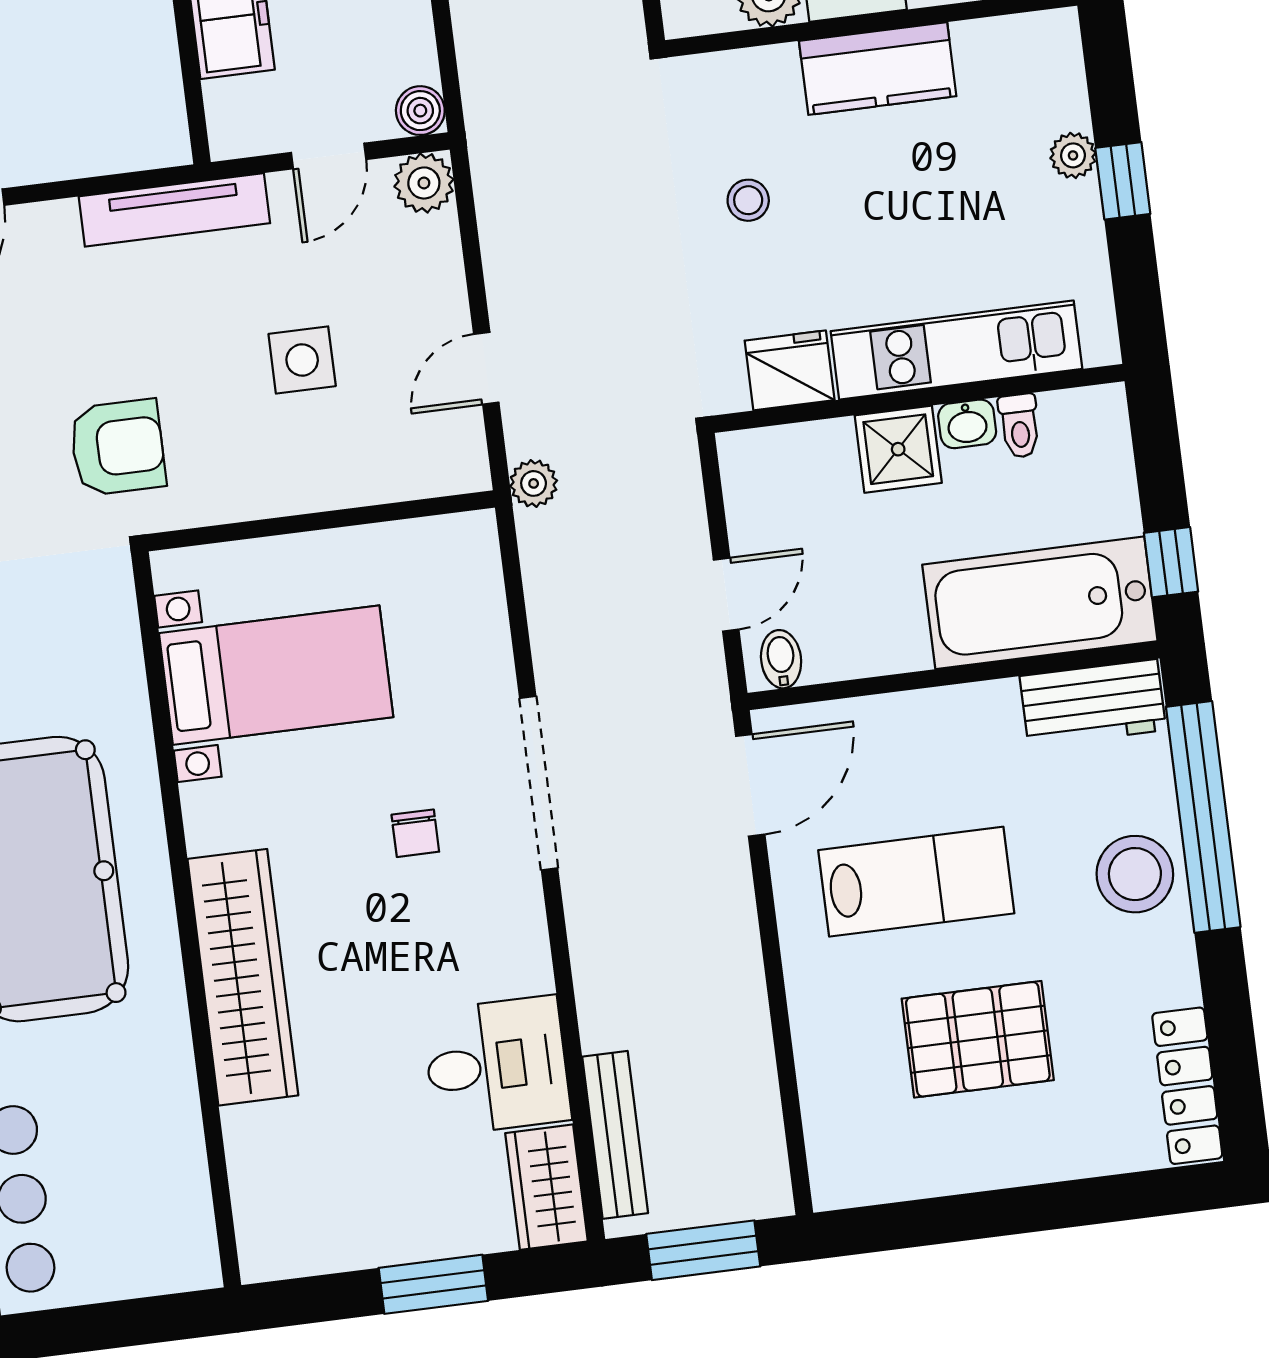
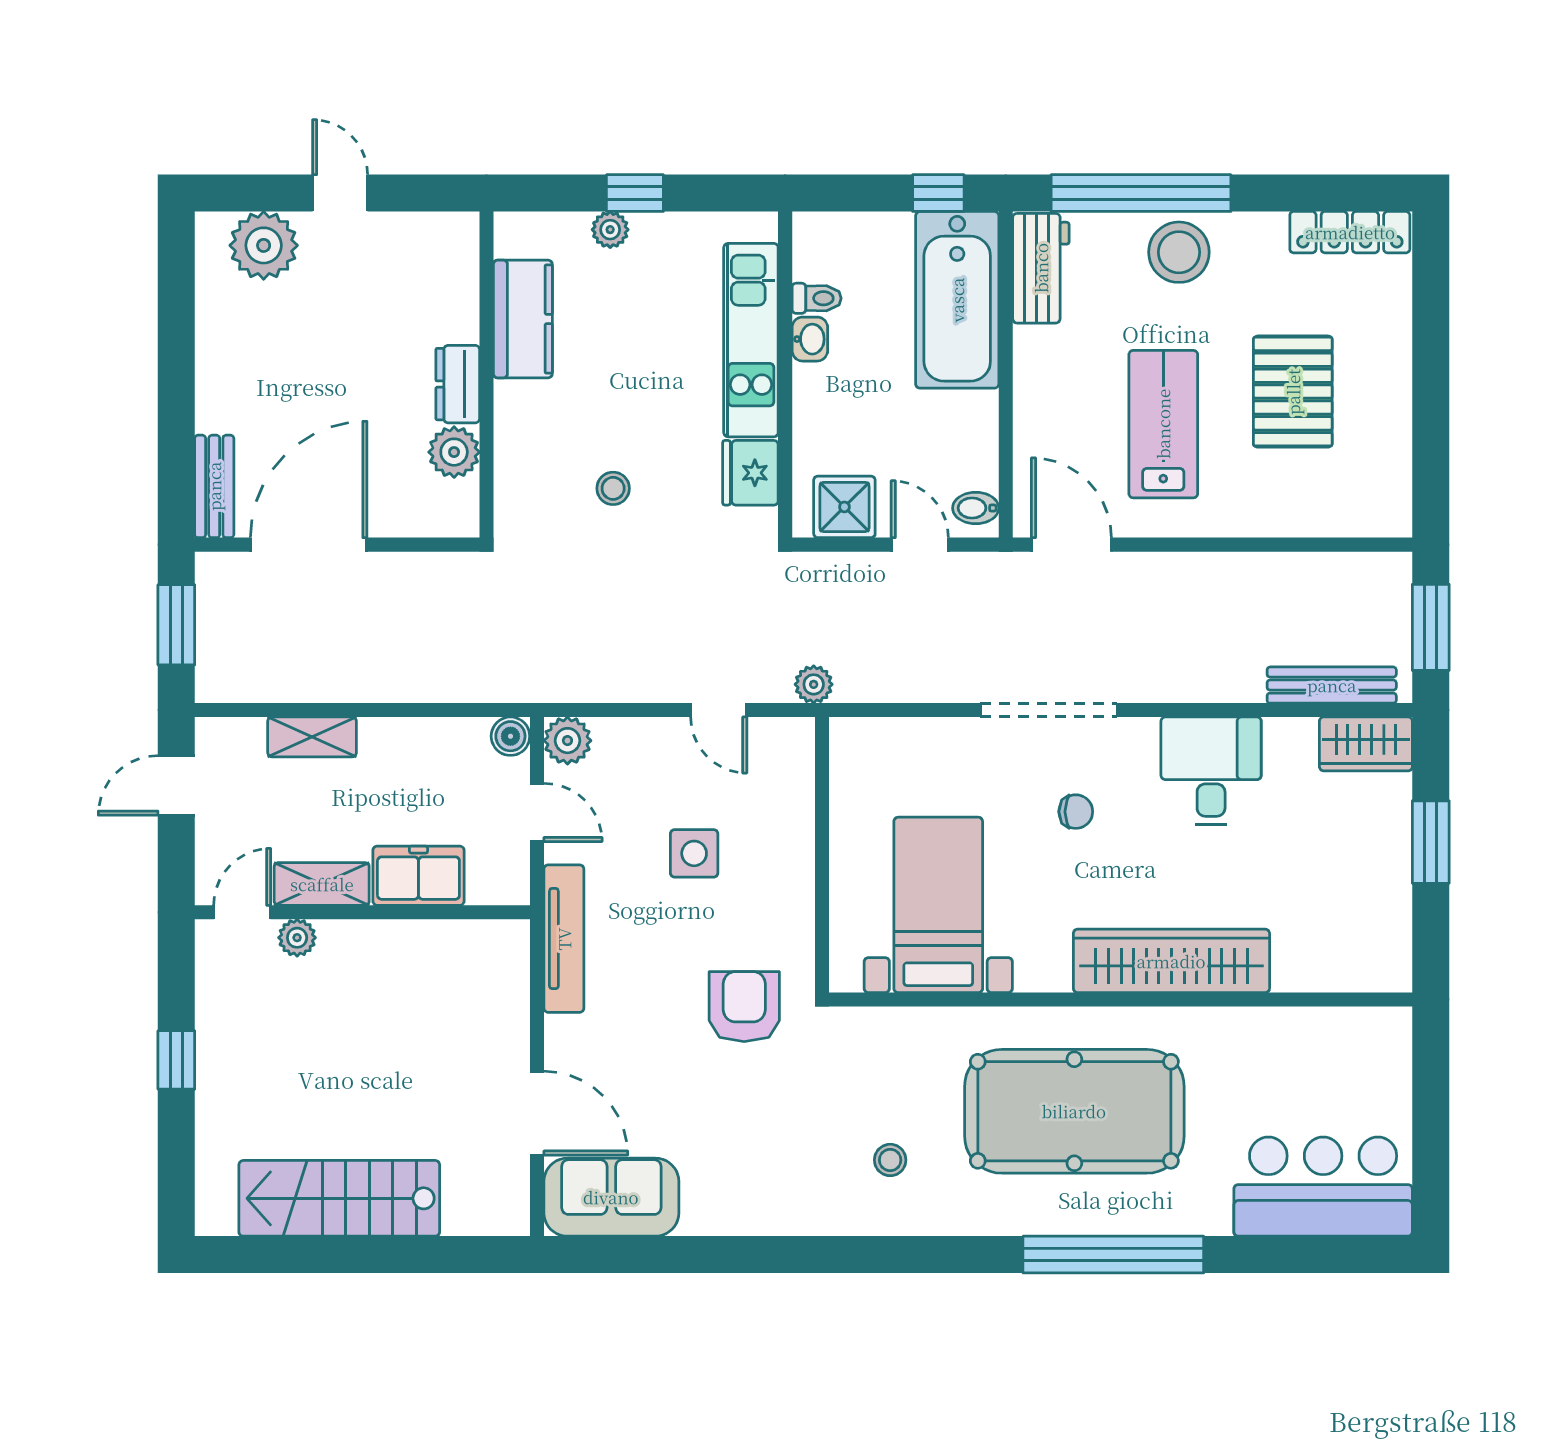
kitchen counter: (878, 69) -> (523, 319), moved
shower: (898, 449) -> (844, 507), moved
desk: (497, 1066) -> (1211, 771), moved

